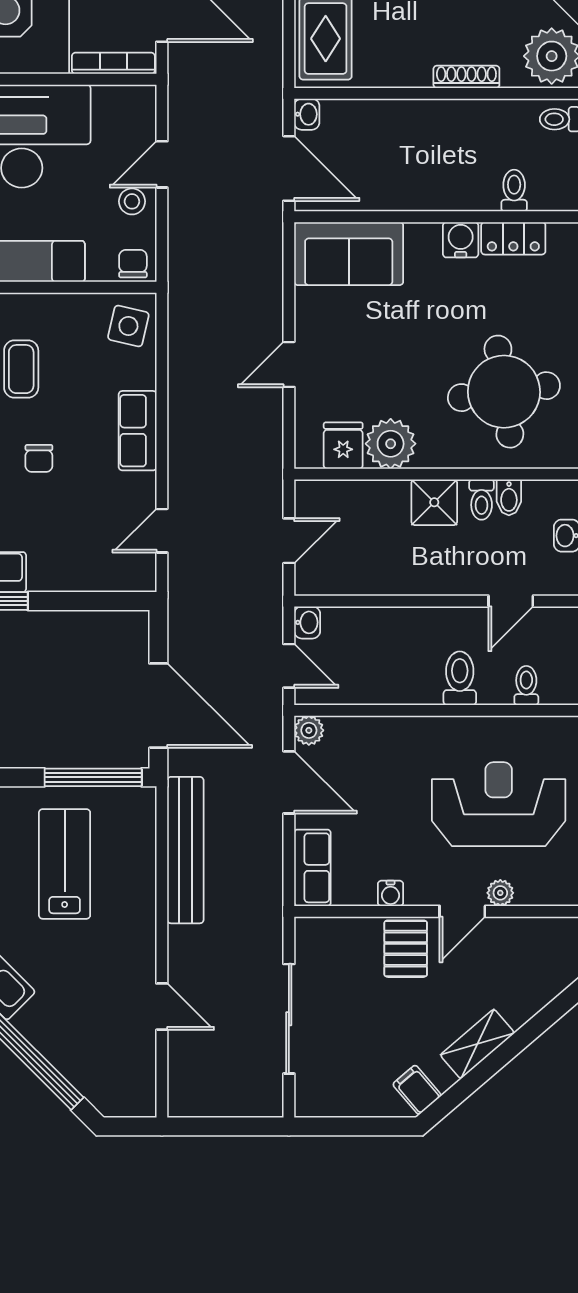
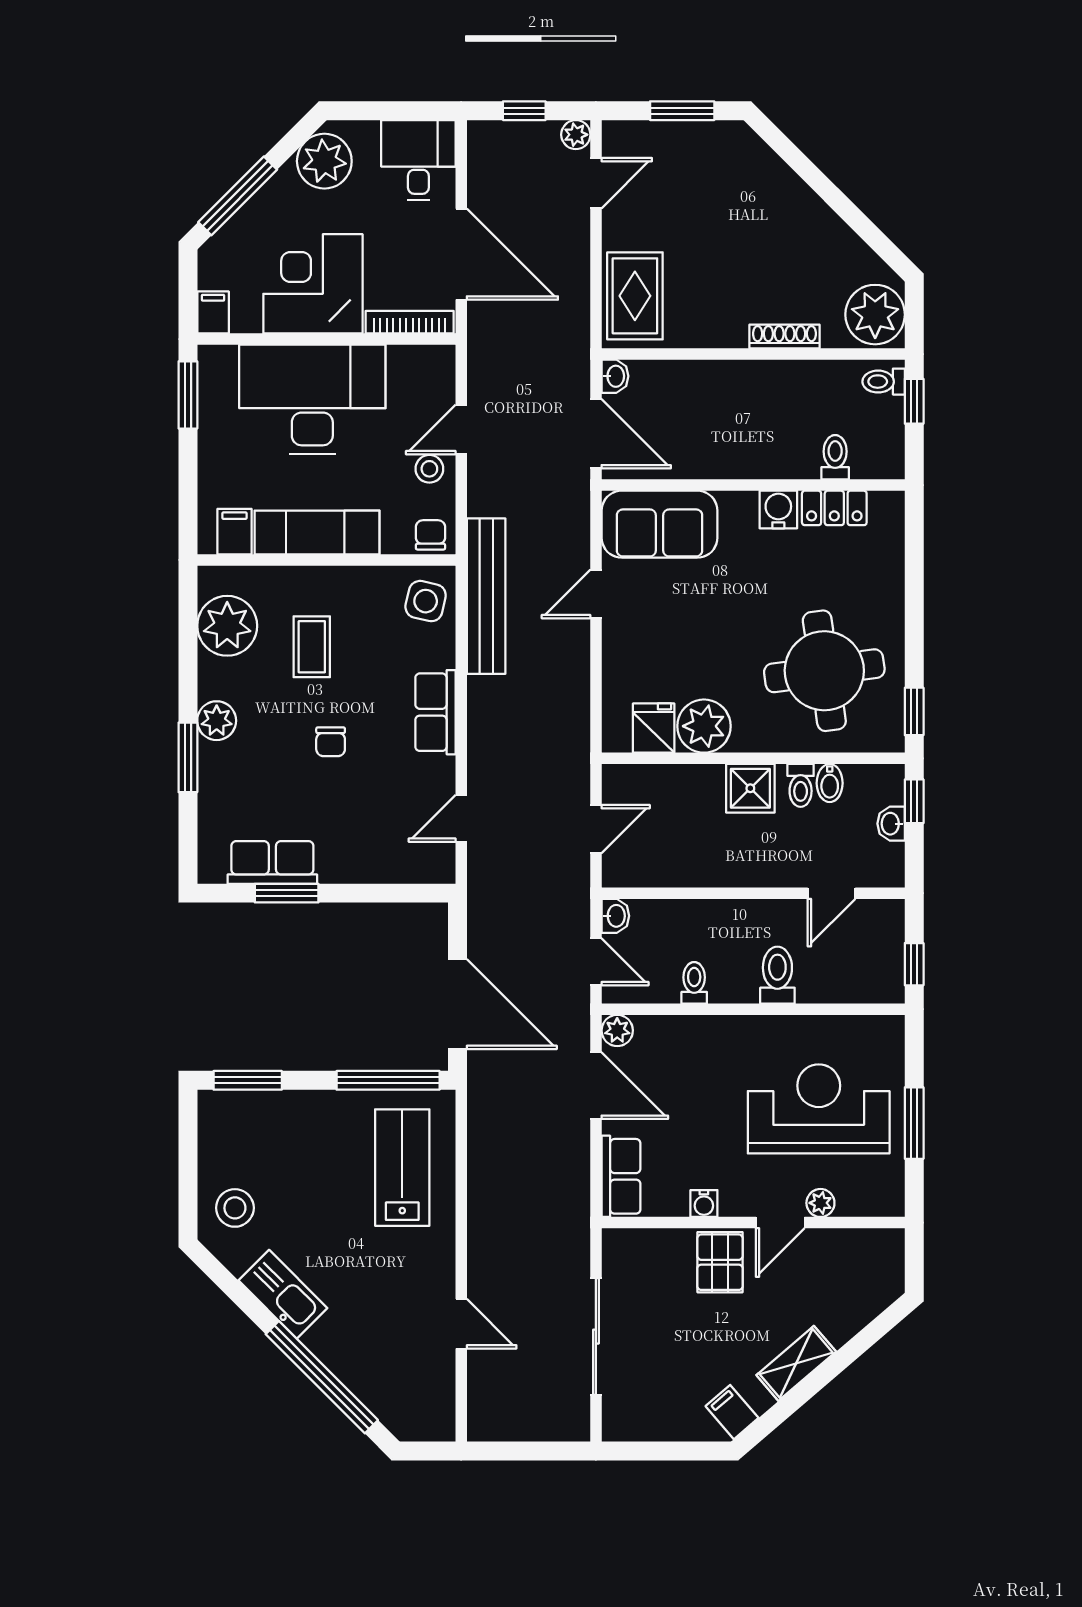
door: (289, 364) -> (596, 594), moved
toilet: (526, 685) -> (694, 983), moved
bench: (185, 850) -> (486, 596), moved
lab bench: (65, 864) -> (402, 1168), moved

